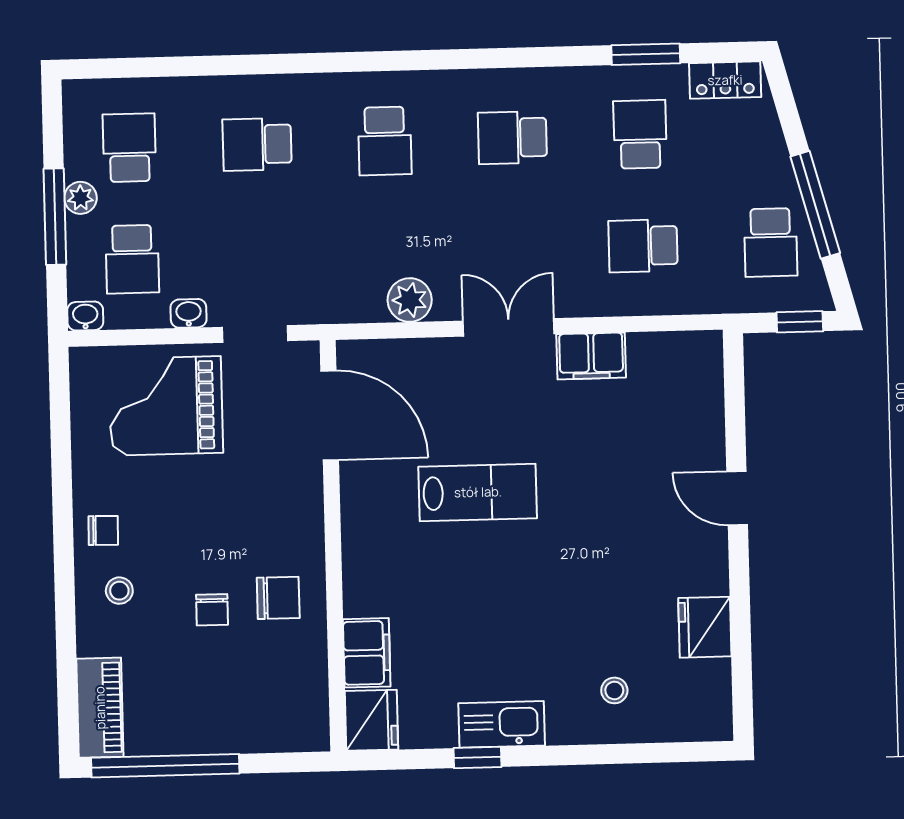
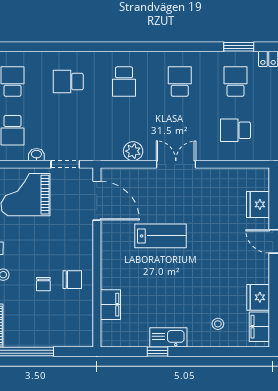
school desk: (512, 138) -> (180, 82), turned 90
filing cabinet: (591, 356) -> (259, 327), moved, turned 90
fridge: (371, 720) -> (258, 204), moved, turned 180

